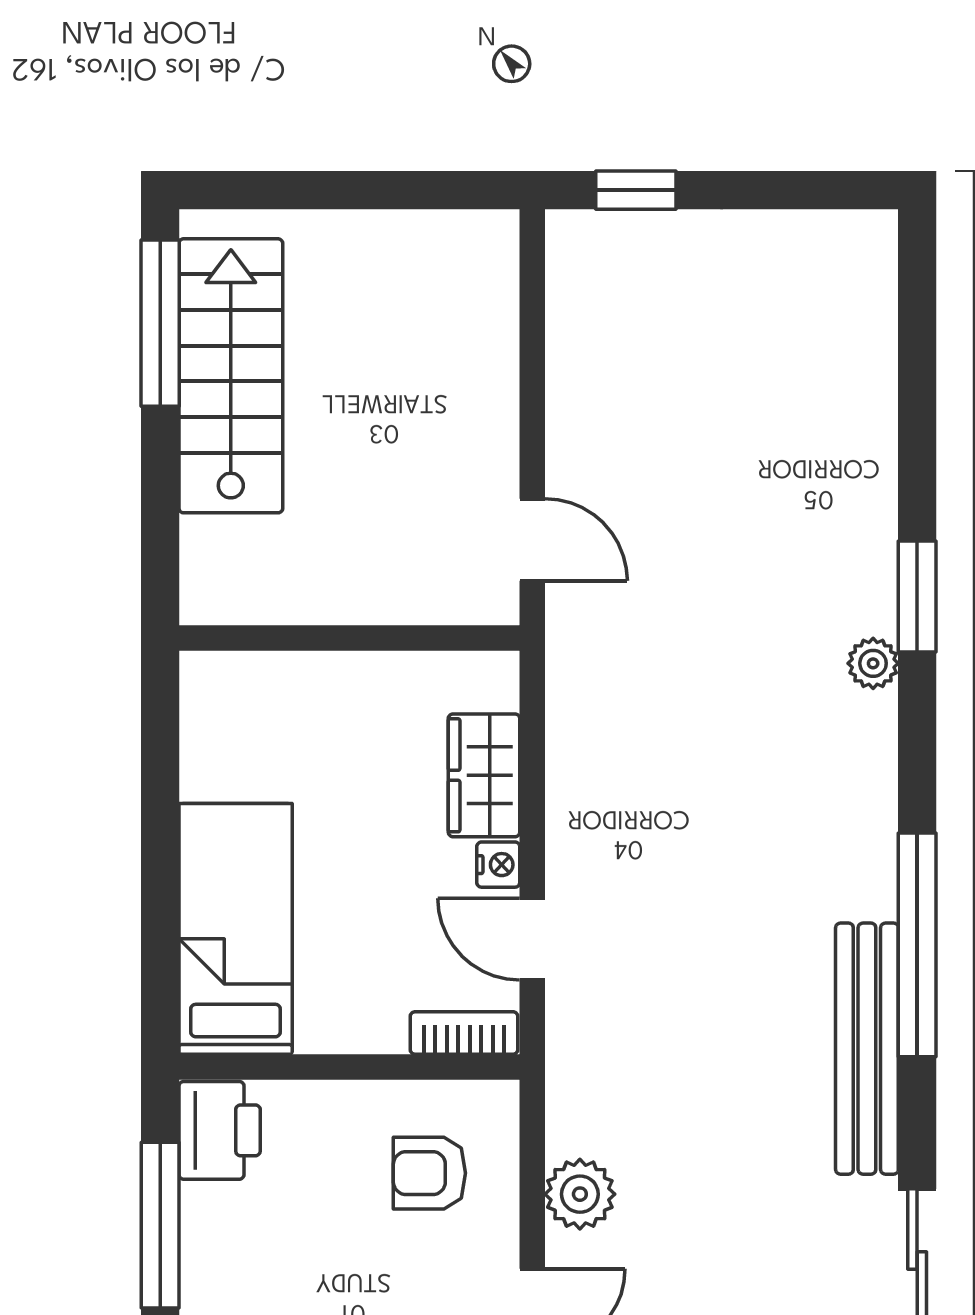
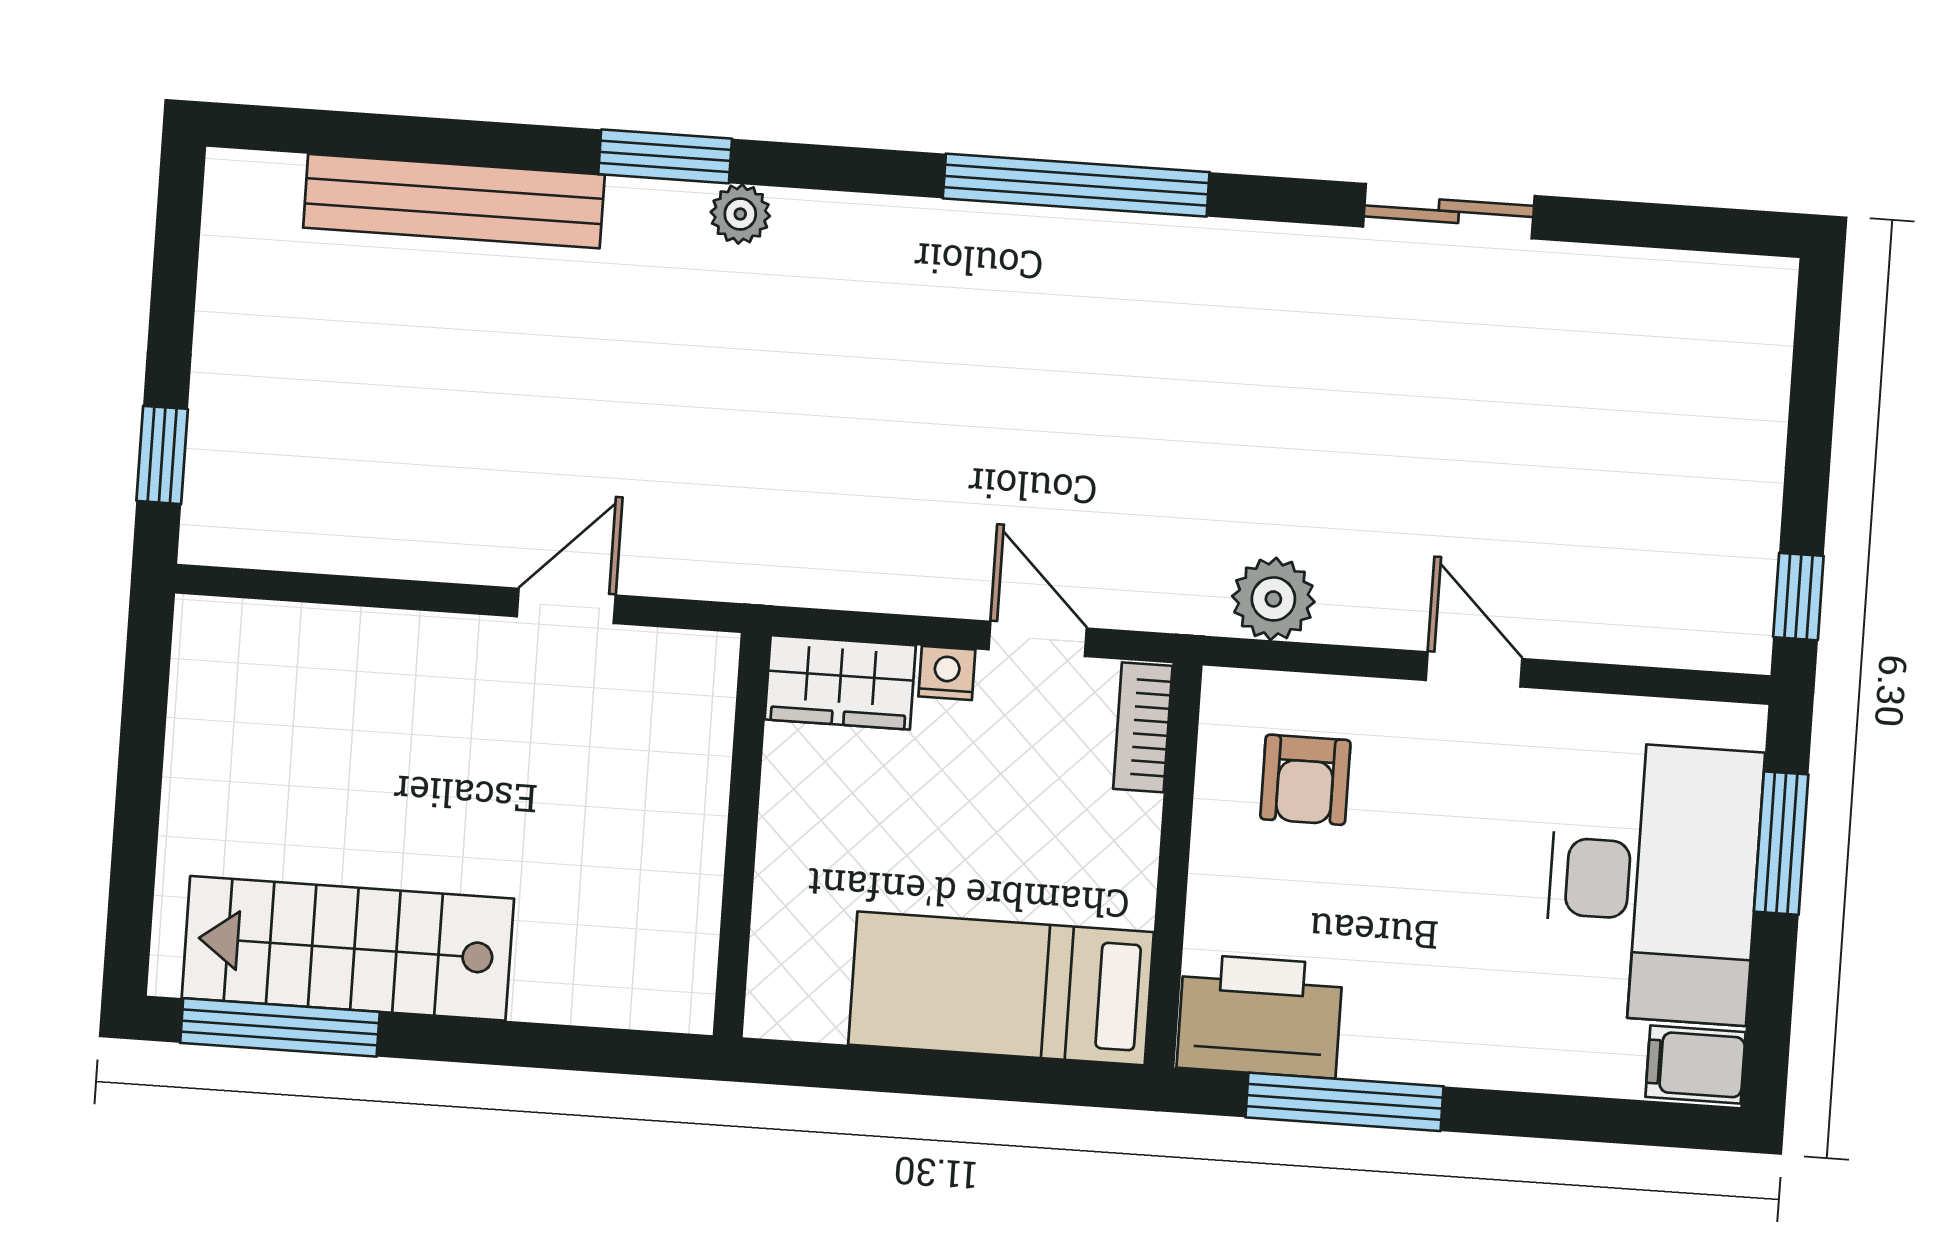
wall: (349, 638) -> (742, 835), moved
door: (532, 939) -> (1038, 639), swing flipped
bench: (867, 1049) -> (454, 201), moved
printer: (220, 1130) -> (1260, 1016), width x1.37, depth x1.19
plant: (580, 1194) -> (1273, 599), moved

